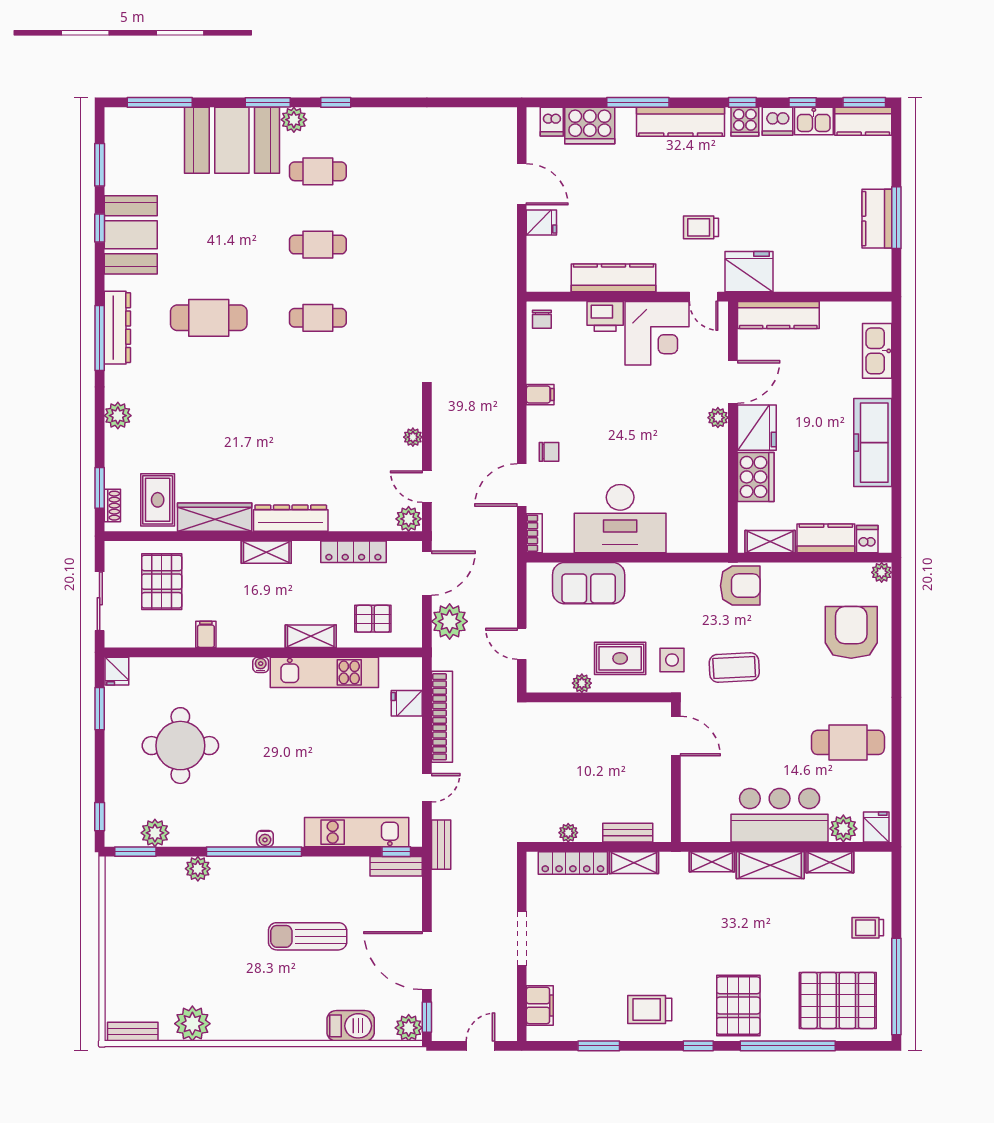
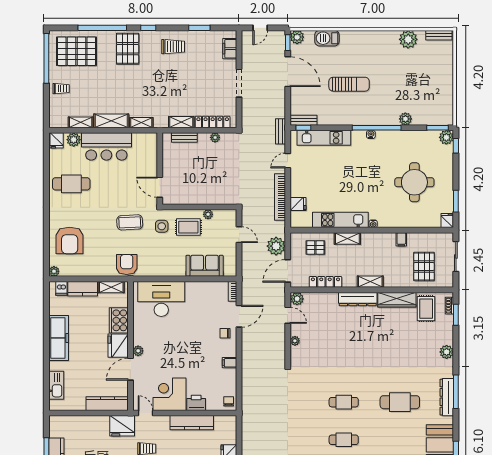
desk: (620, 519) -> (161, 299), moved
armchair: (740, 586) -> (127, 265), turned 90
plant: (155, 833) -> (446, 137), moved

